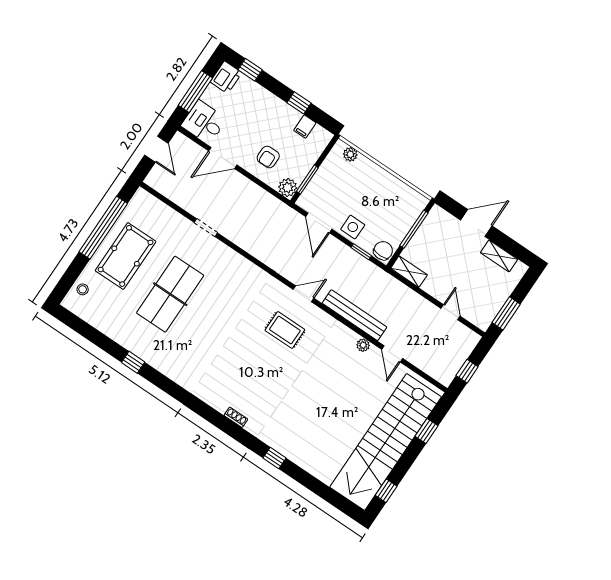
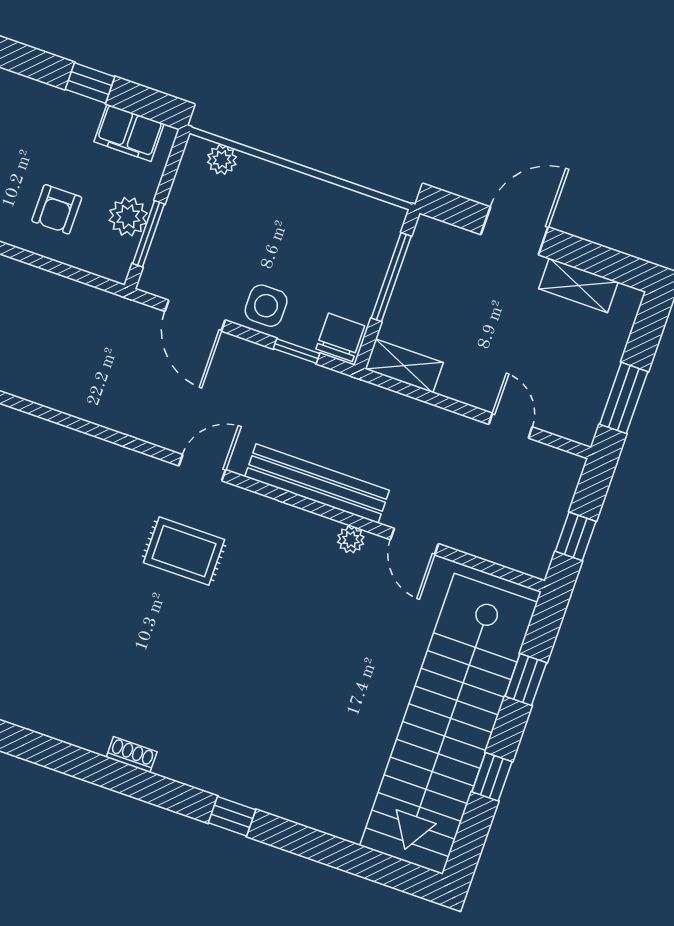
filing cabinet: (305, 127) -> (129, 133), width x2.00
plant: (288, 188) -> (128, 217), moved
window: (386, 491) -> (492, 777), moved

